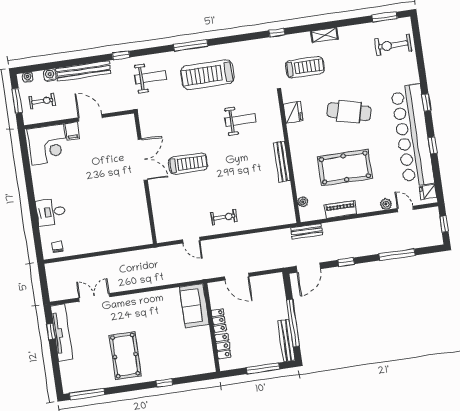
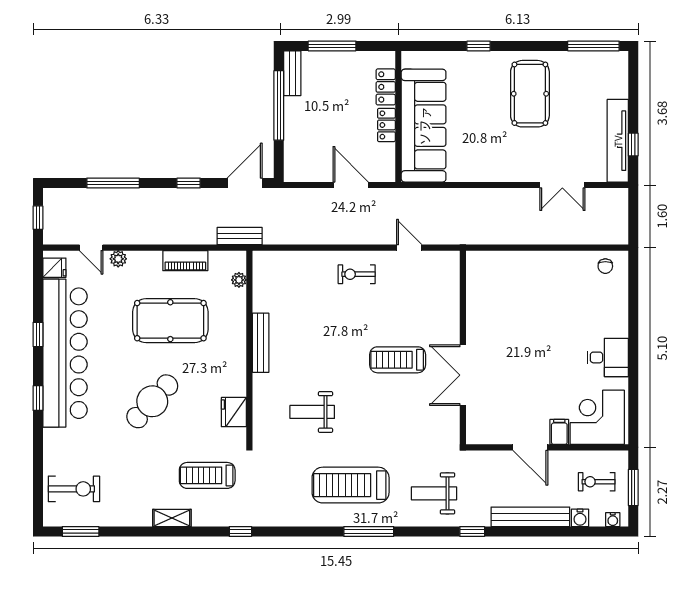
treadmill: (207, 75) -> (351, 485), turned 180
cafe table: (349, 112) -> (152, 401), turned -61
desk: (51, 212) -> (608, 357), moved
sofa: (194, 306) -> (424, 126), width x1.85, depth x1.27
bench: (286, 341) -> (292, 73), width x0.73

